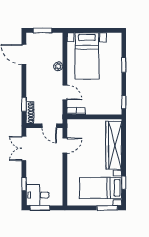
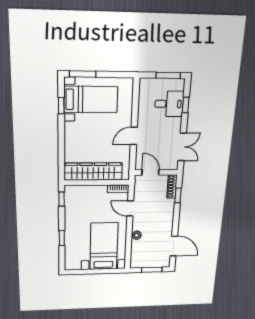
door: (65, 145) -> (134, 136), moved
wardrobe: (114, 145) -> (93, 172), moved, turned -90
desk: (38, 195) -> (169, 104), moved

